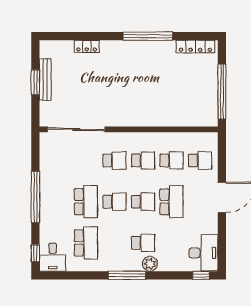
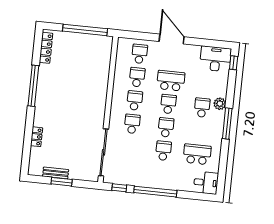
bench: (45, 80) -> (56, 173), width x0.73
school desk: (86, 202) -> (163, 151), width x0.54
window: (35, 253) -> (119, 188), moved

